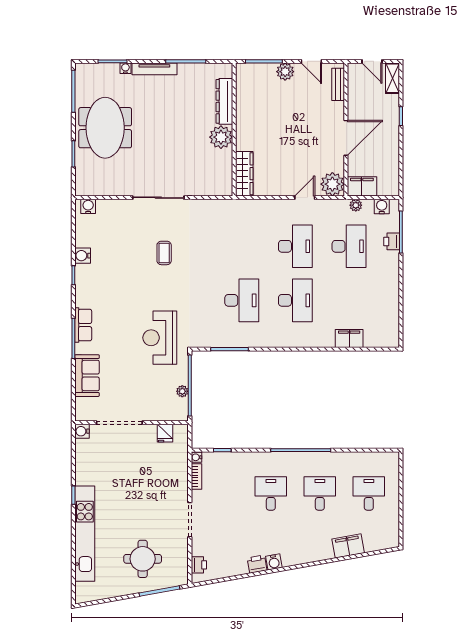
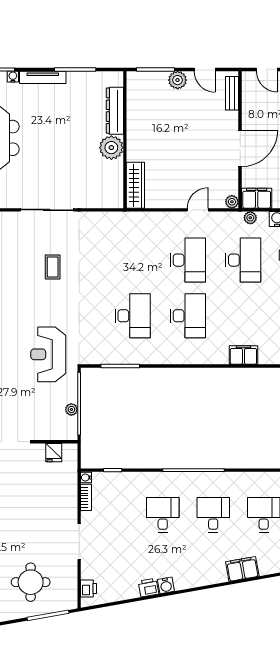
plant: (332, 184) -> (232, 202), width x0.53, depth x0.53

